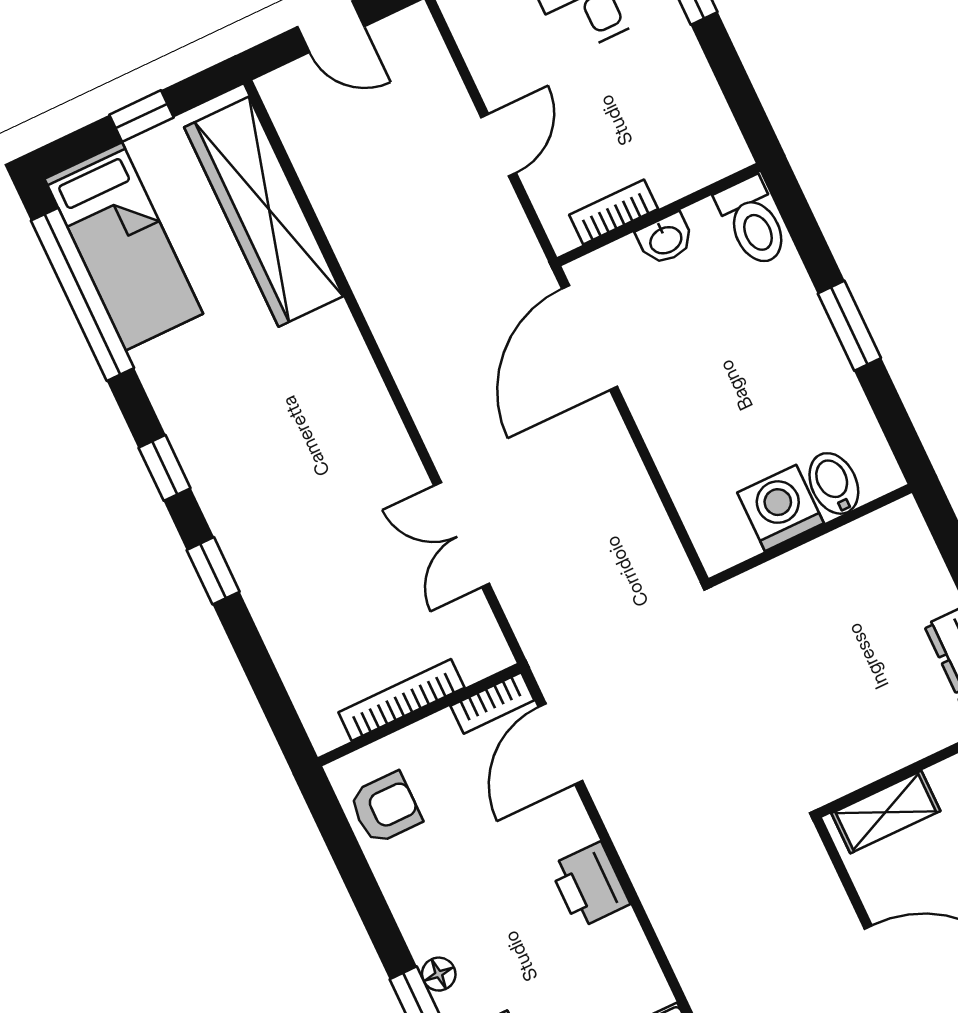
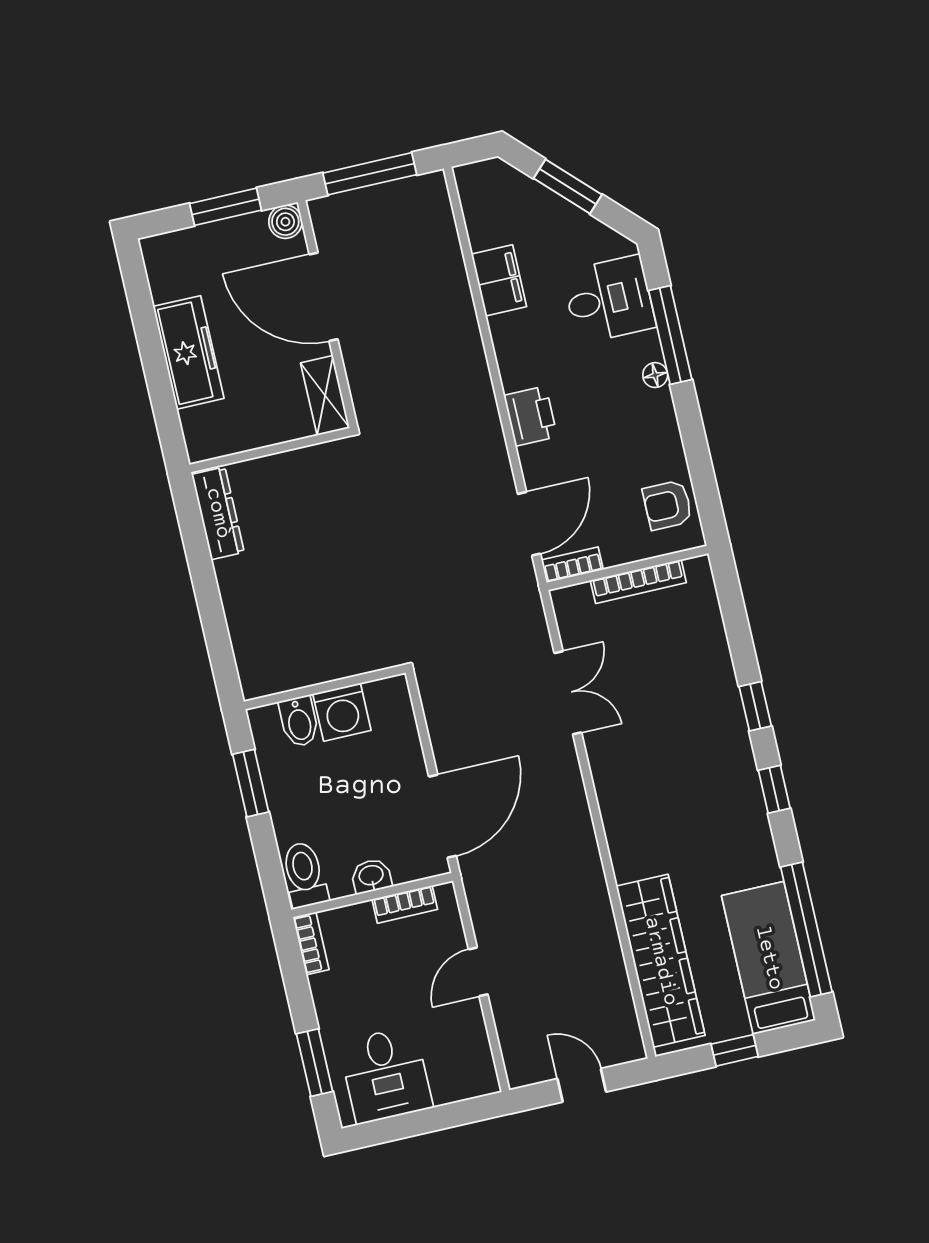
bookcase: (725, 134) -> (311, 943), added
bidet: (834, 483) -> (299, 721), moved
washing machine: (781, 508) -> (342, 712), moved
wall: (810, 535) -> (325, 687), moved
shelving: (886, 812) -> (325, 395), moved, turned 90

